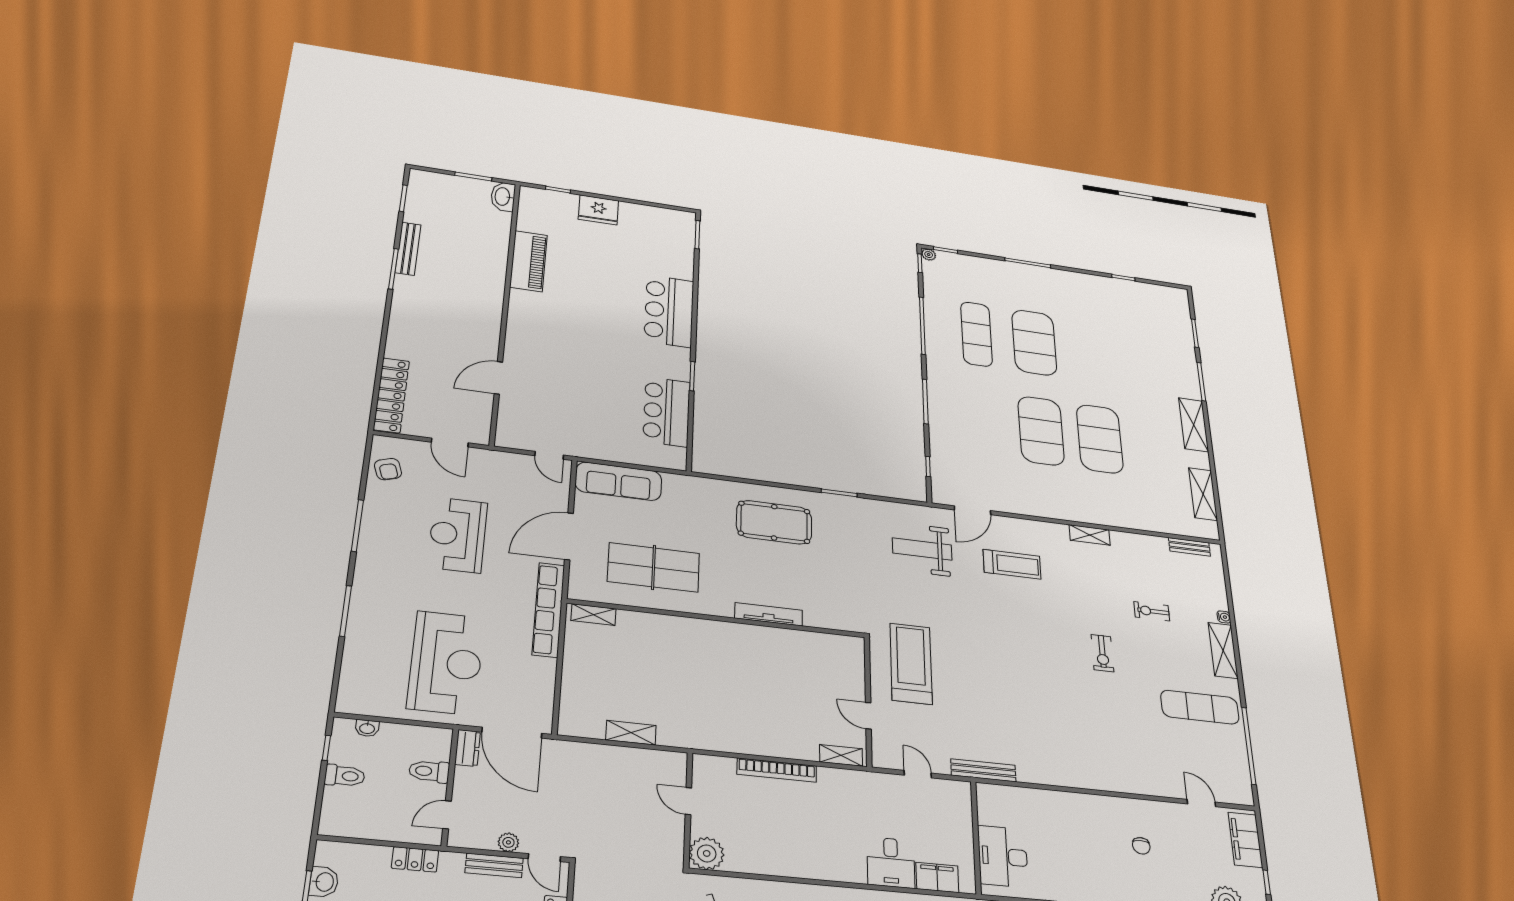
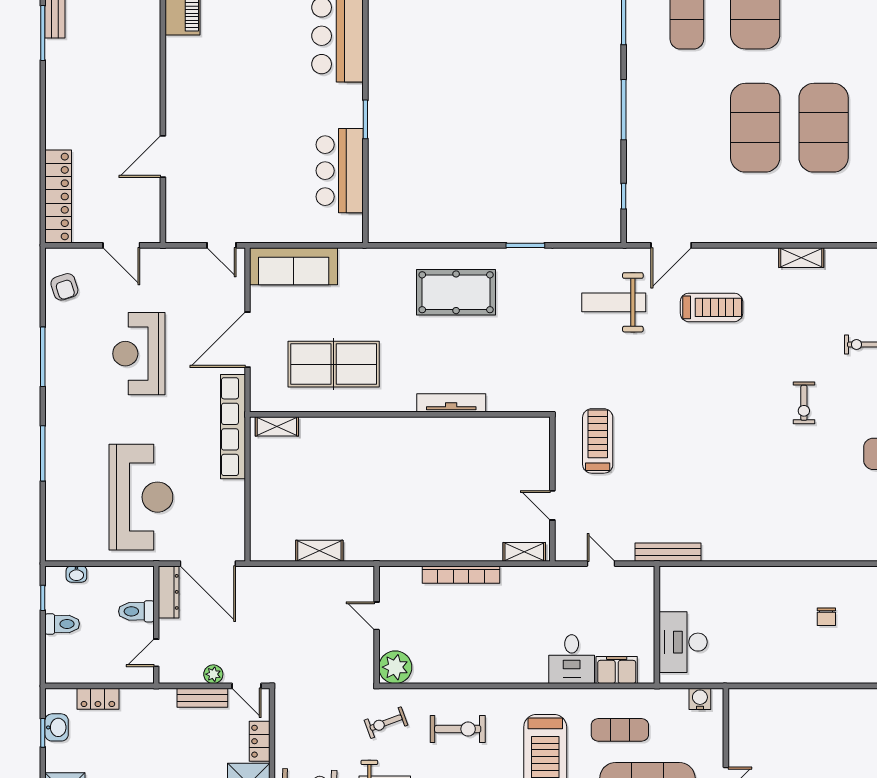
treadmill: (911, 664) -> (598, 441), width x0.73, depth x0.73
dresser: (468, 748) -> (169, 592), width x1.44
locker: (415, 859) -> (98, 699), moved

